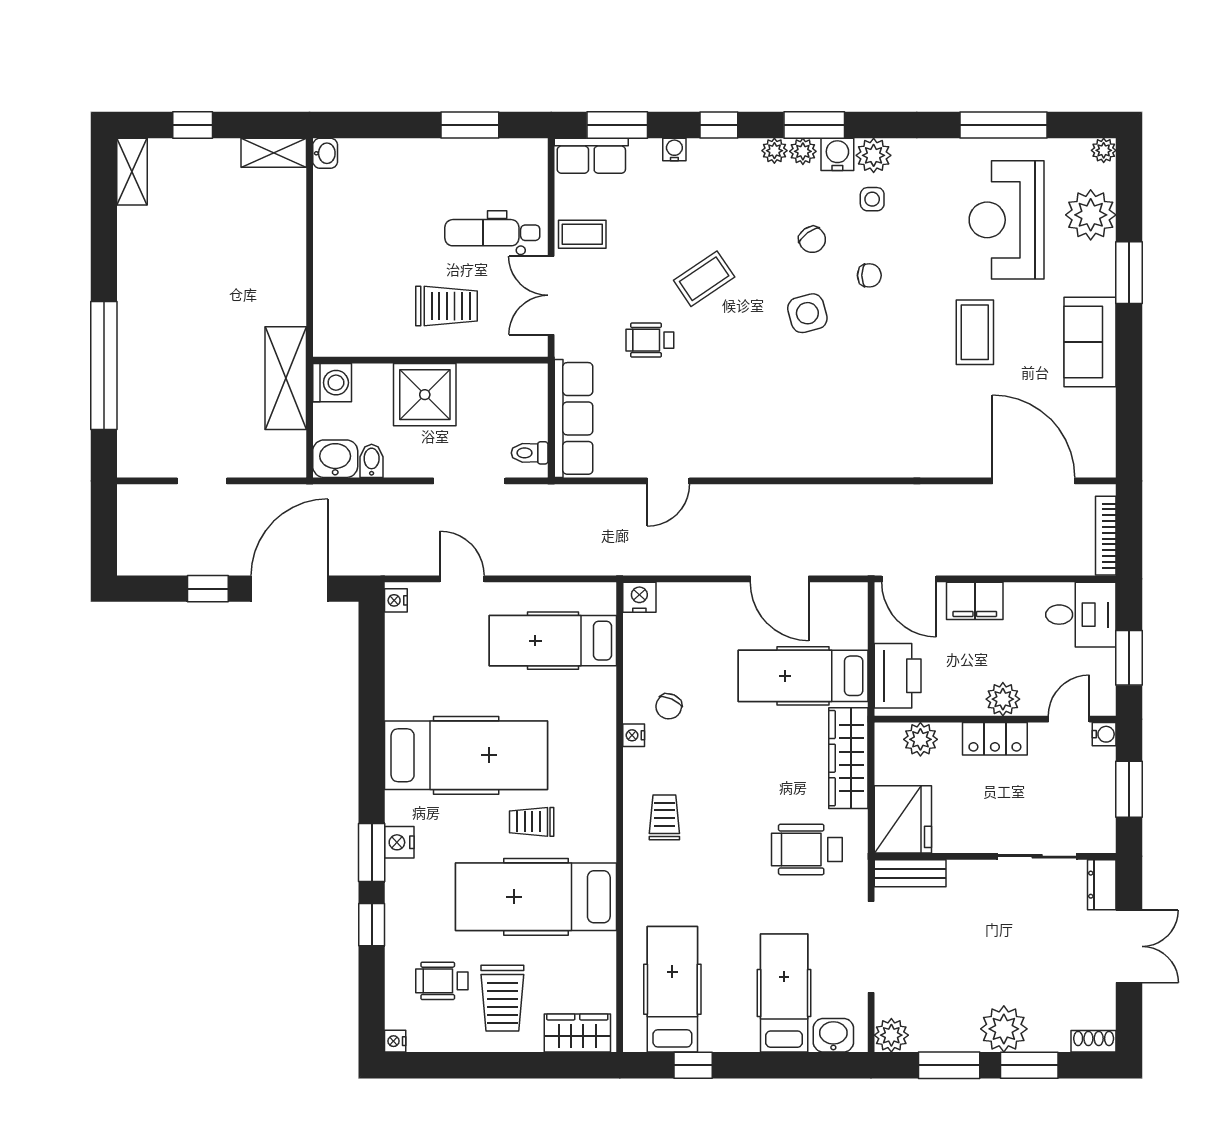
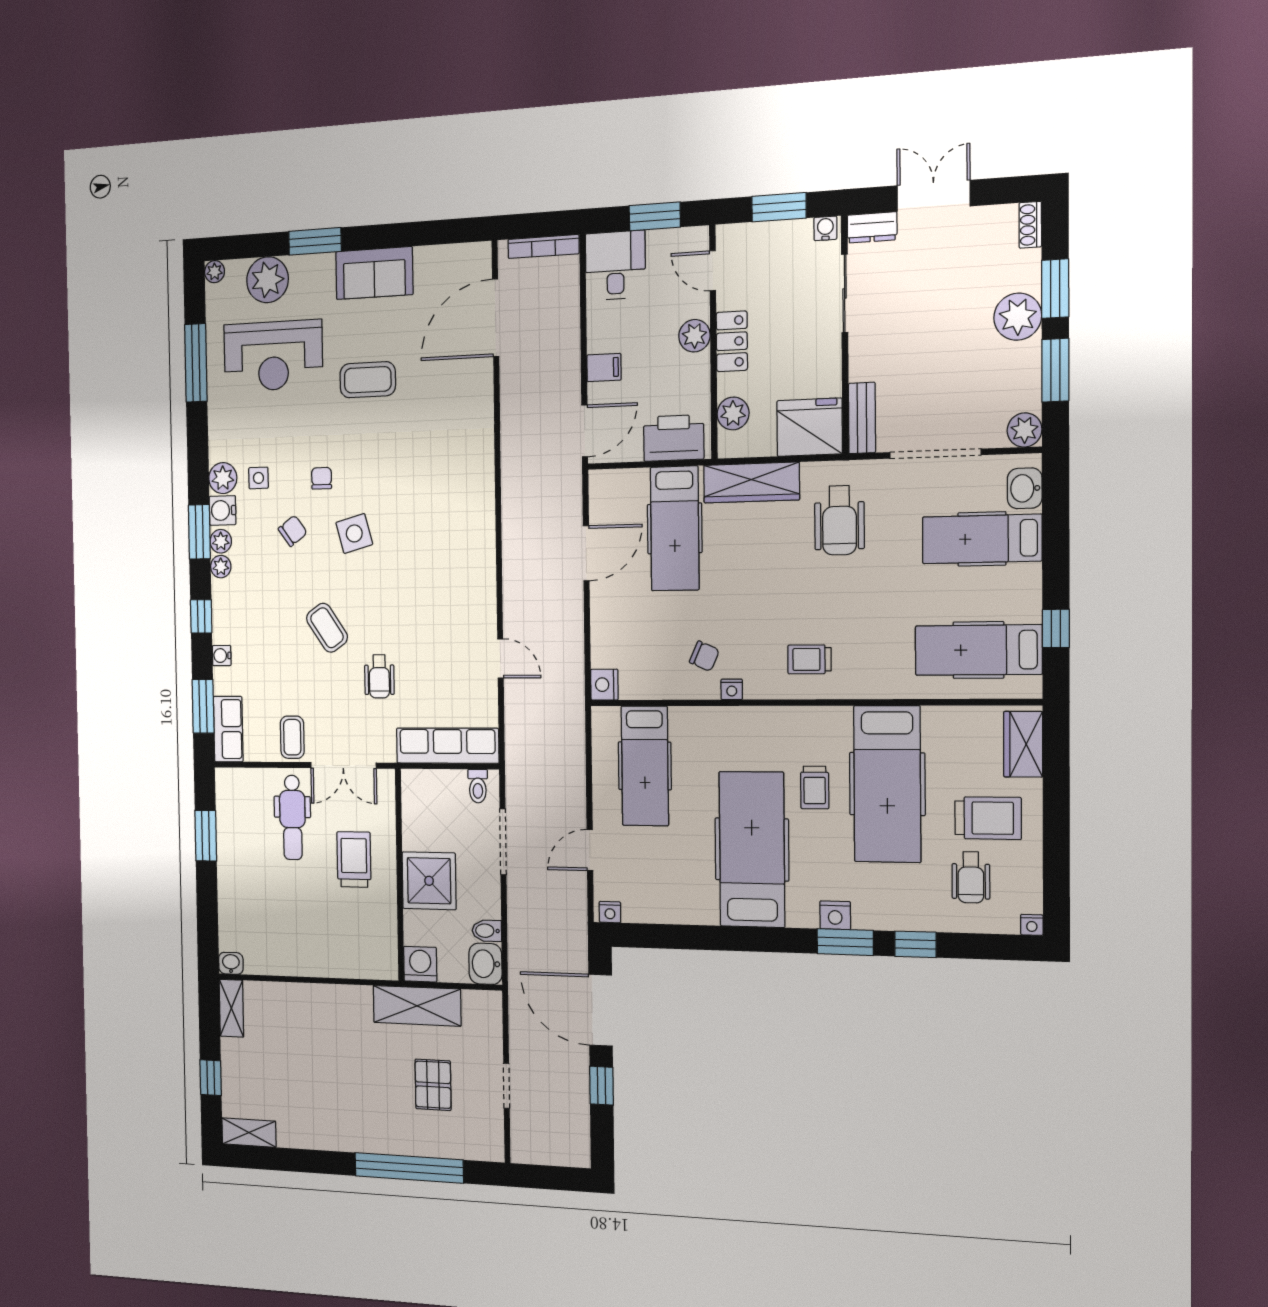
pallet: (199, 395) -> (433, 1085), added
filing cabinet: (975, 601) -> (604, 368), width x0.50
water cooler: (1104, 734) -> (825, 228), moved

